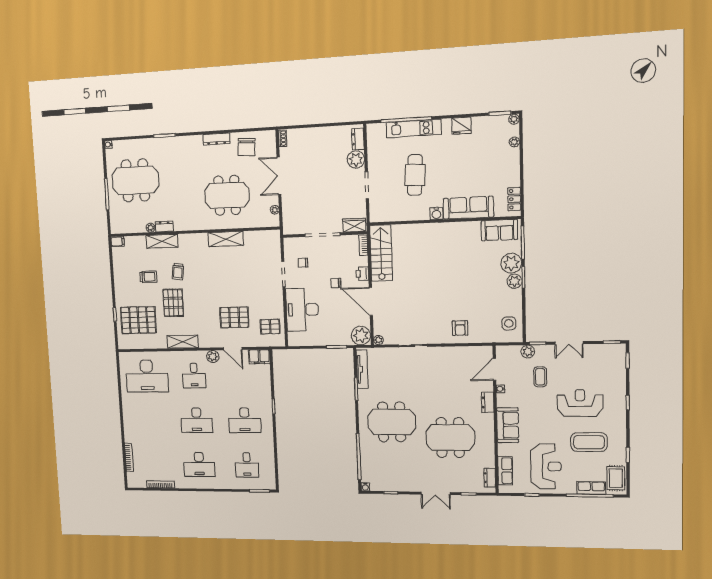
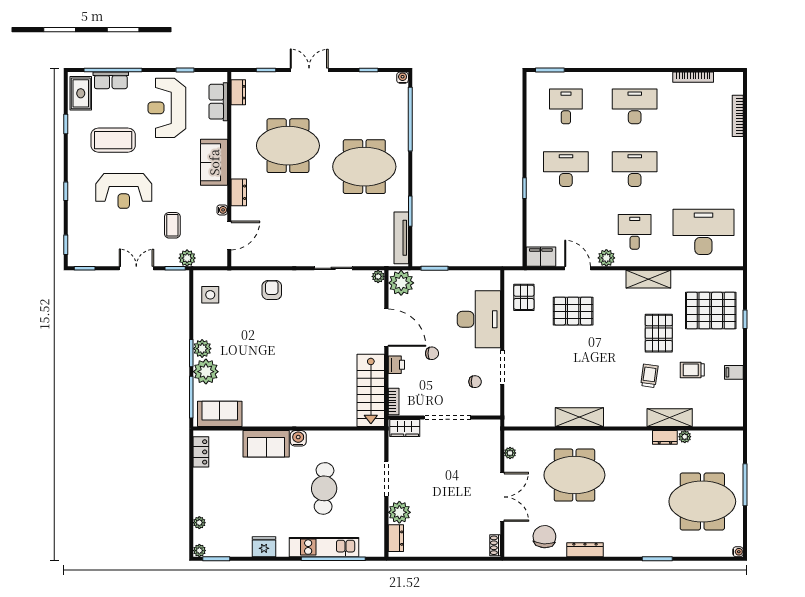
sofa: (468, 208) -> (266, 444), width x0.73
filing cabinet: (118, 242) -> (734, 372), moved
pallet: (270, 327) -> (524, 297), turned 90

